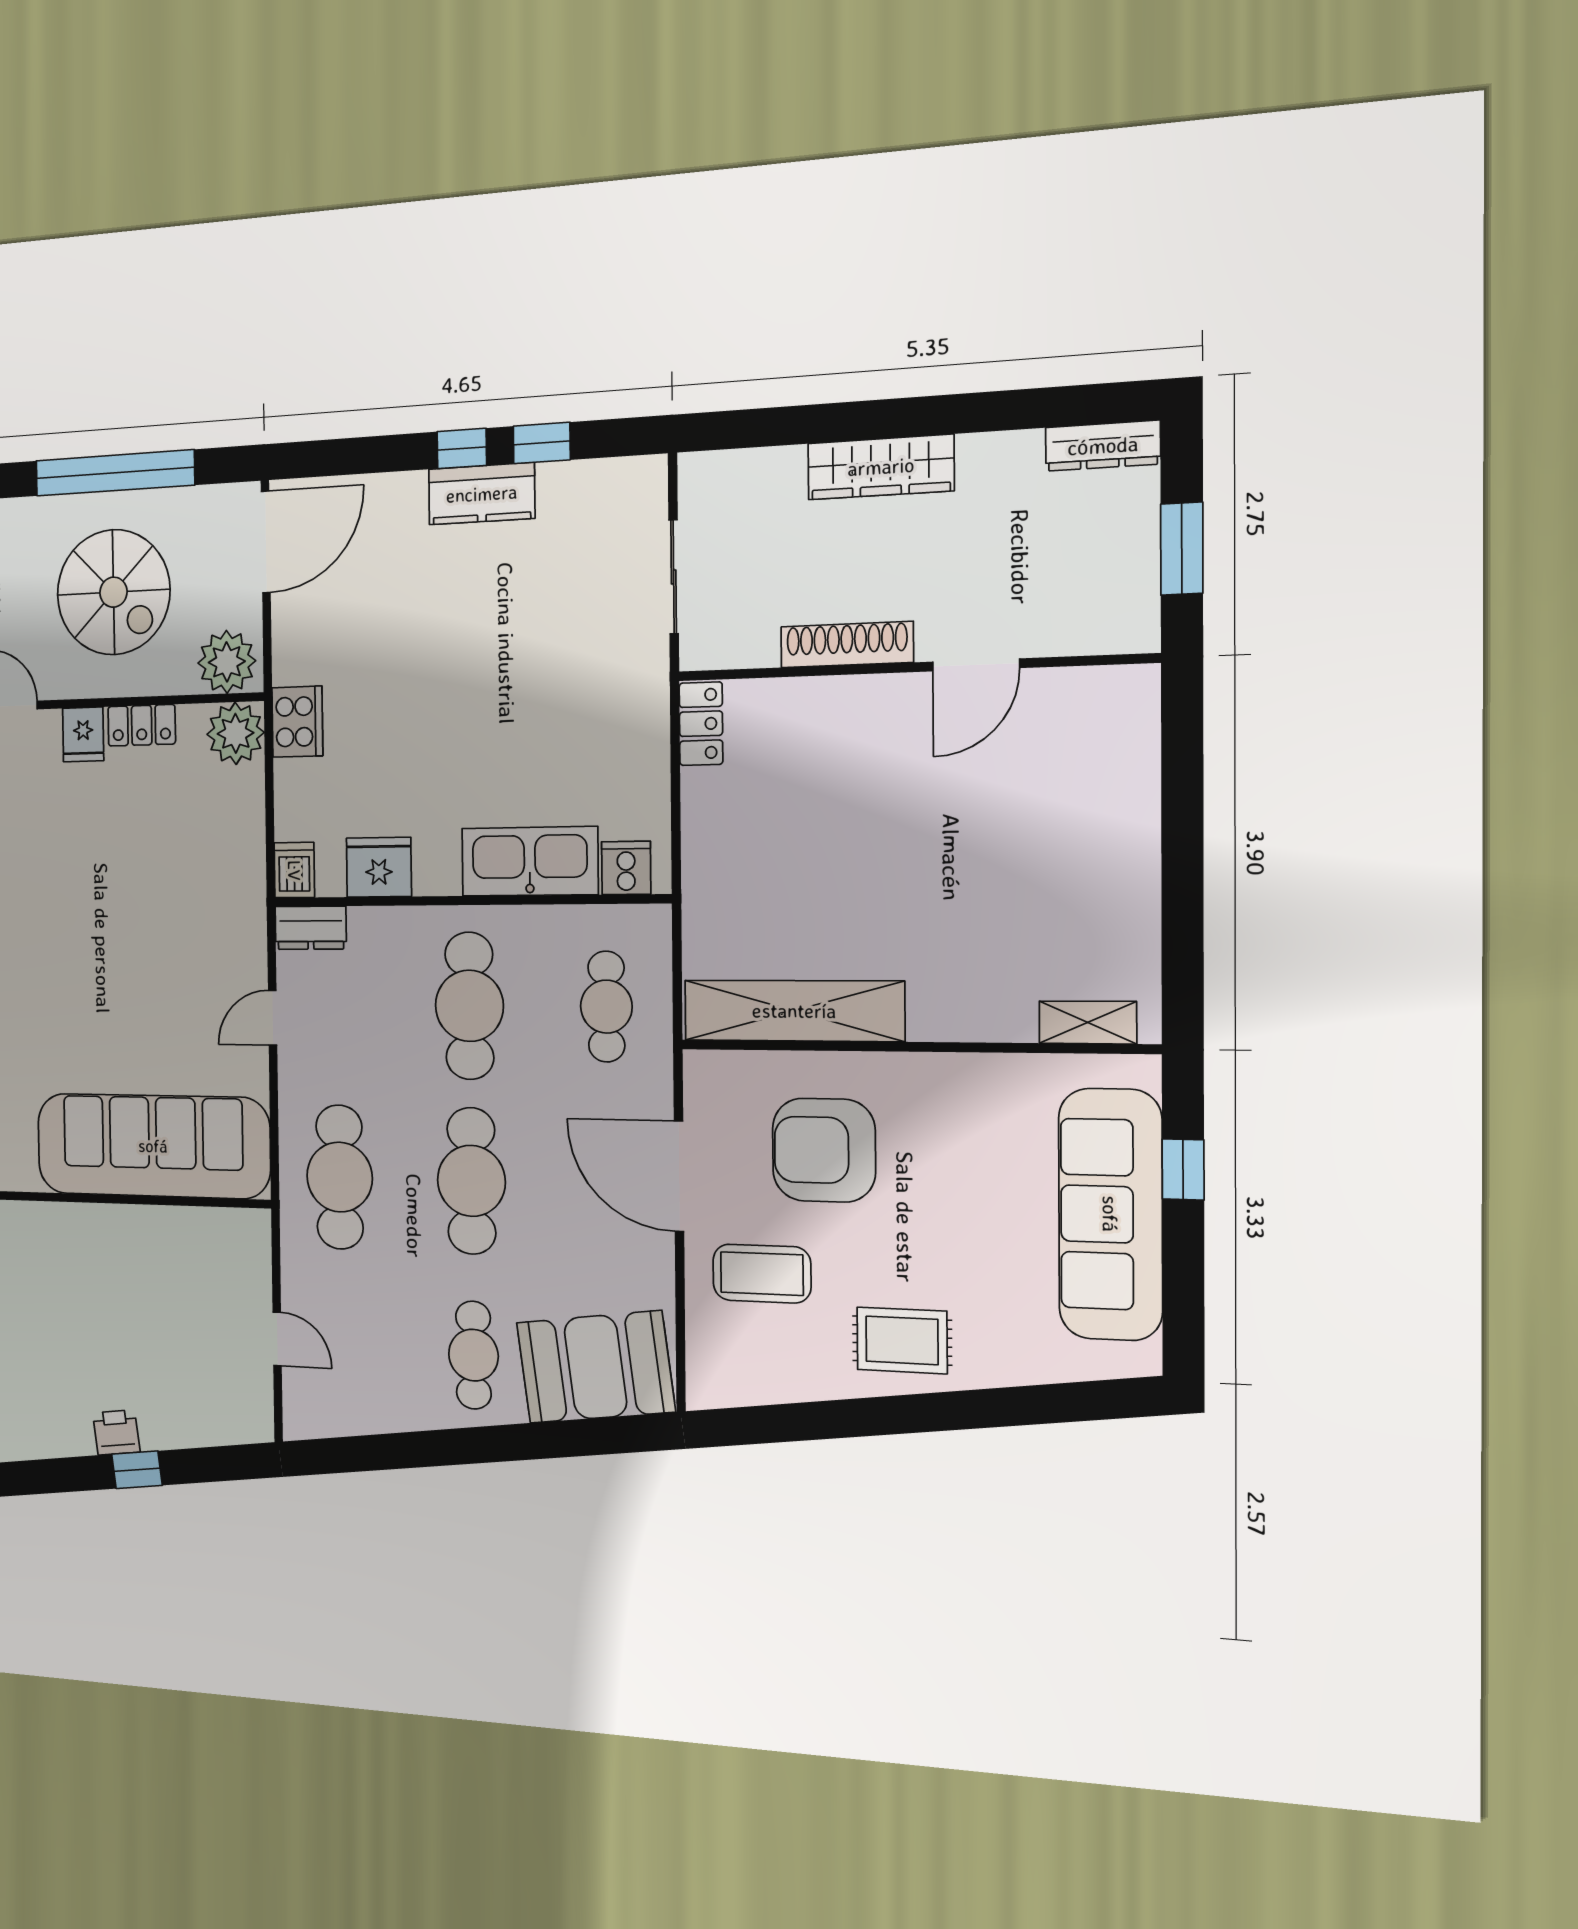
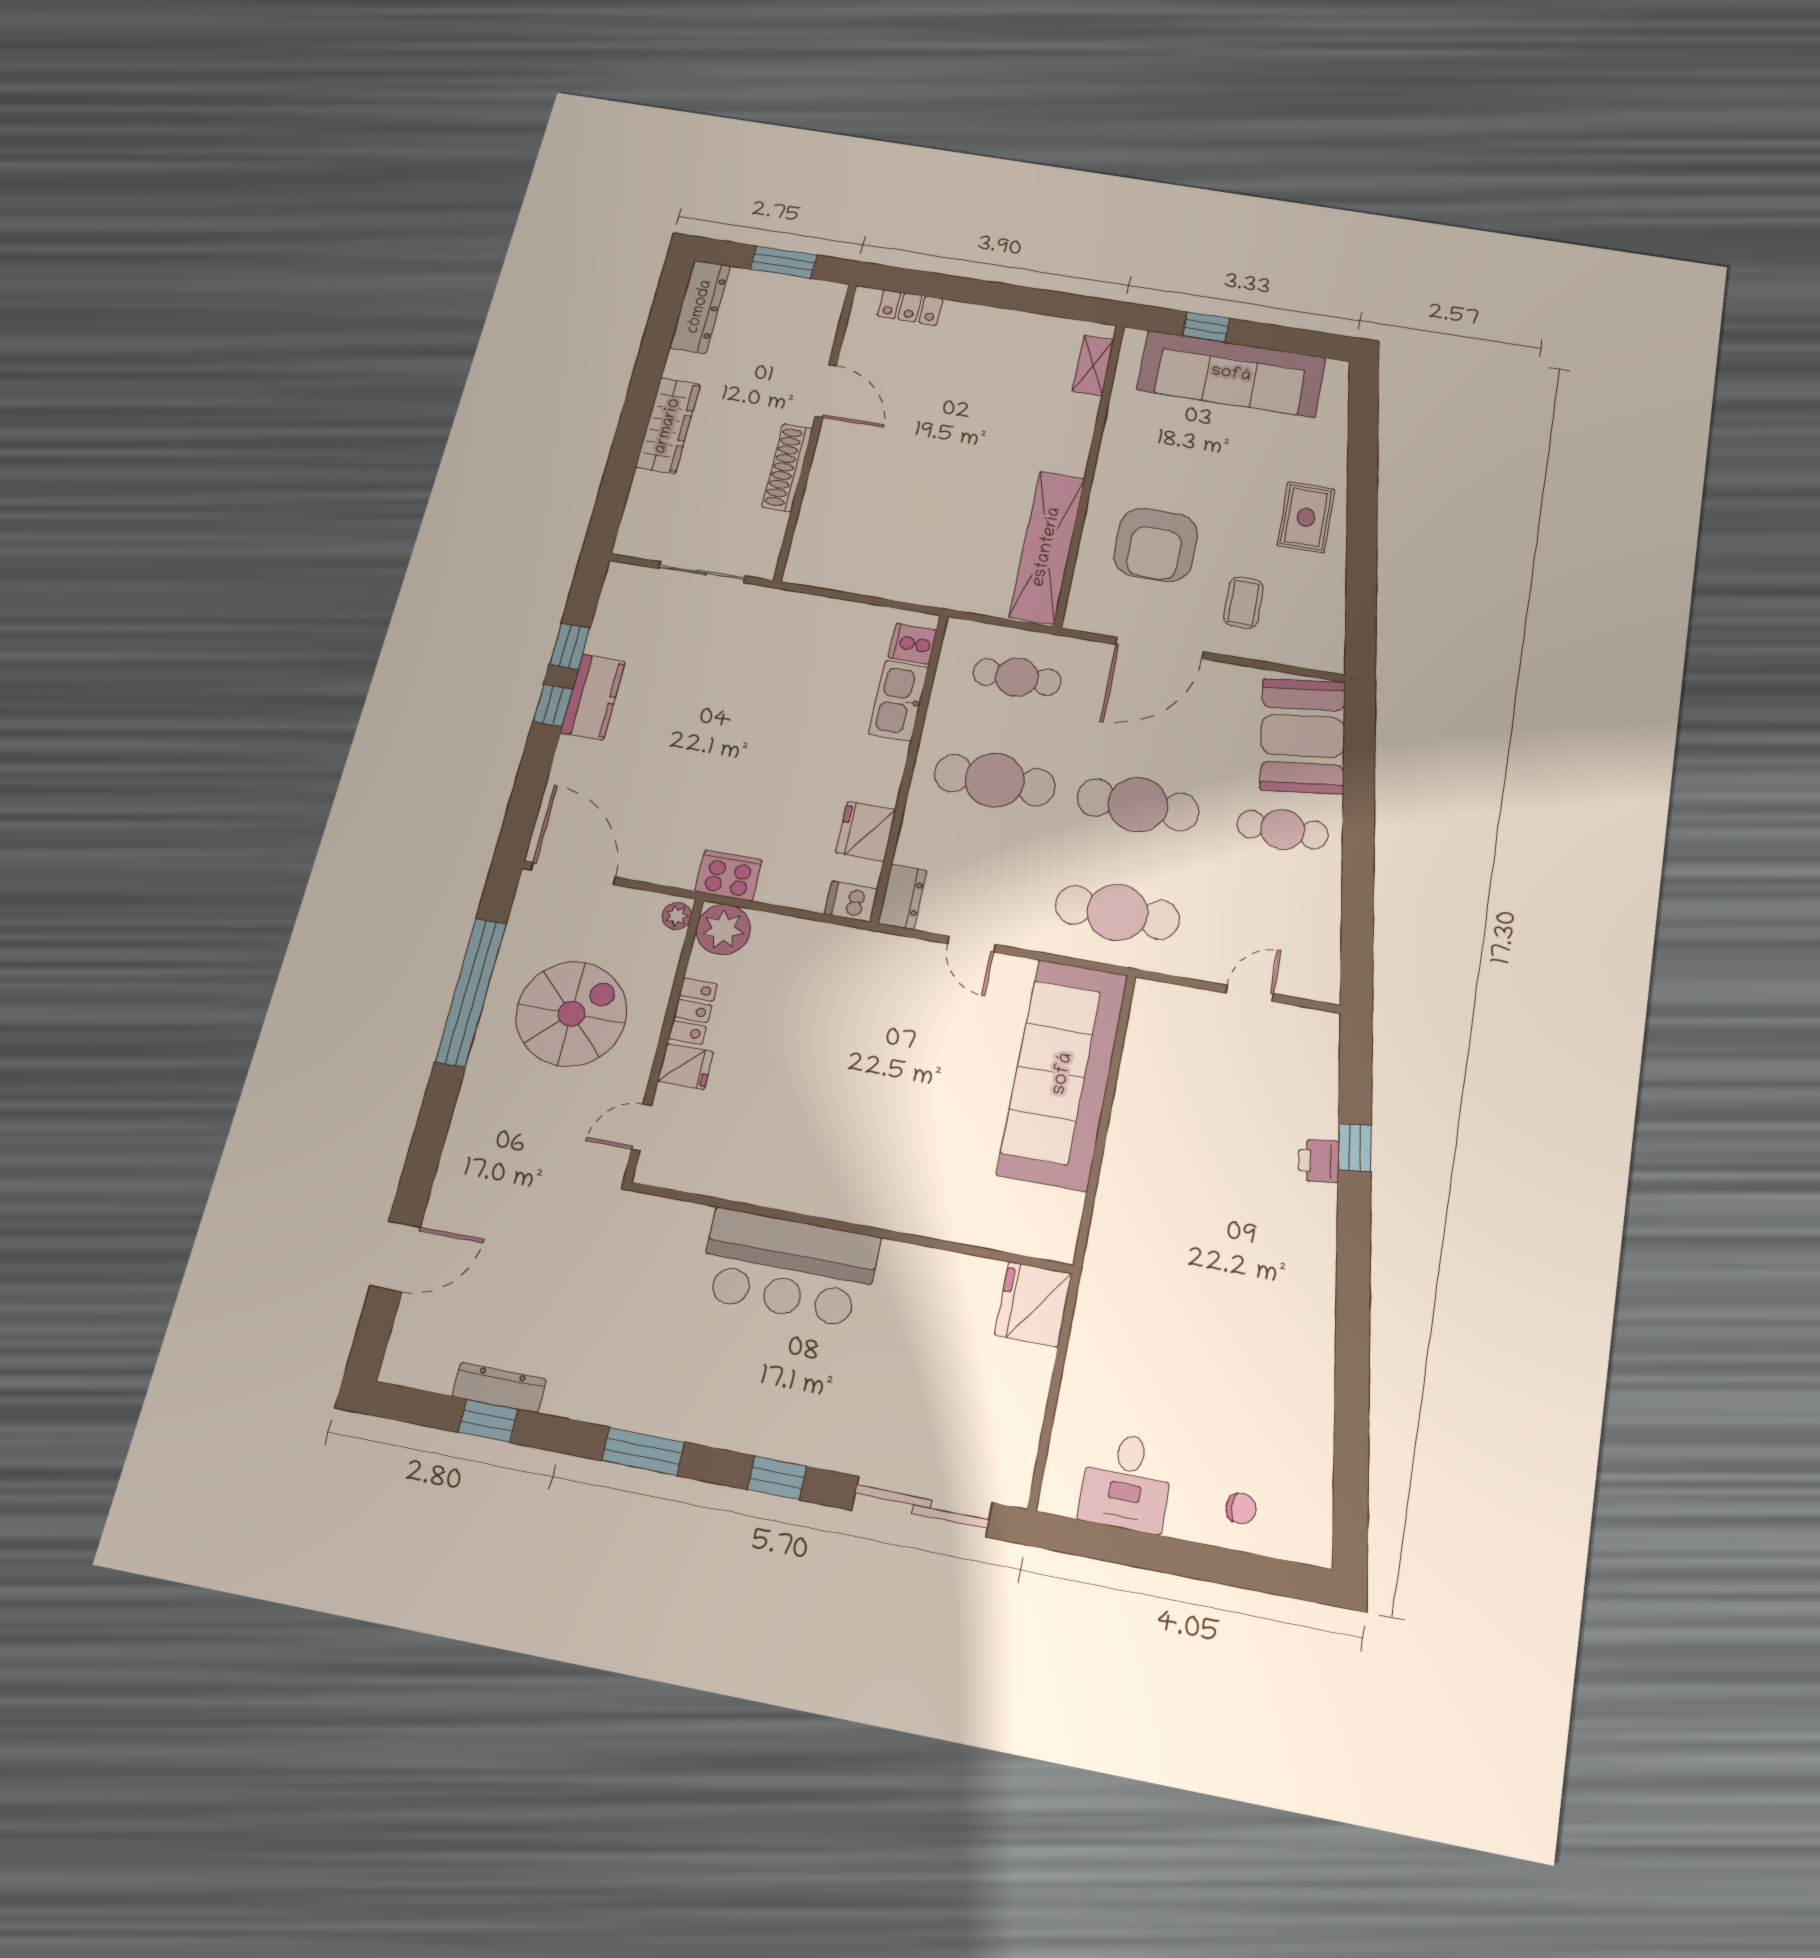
dresser: (1103, 446) -> (700, 307), width x1.37, depth x1.24
plant: (227, 662) -> (677, 916), width x0.53, depth x0.53
locker: (701, 724) -> (910, 307), moved, turned 180
kitchen sink: (530, 861) -> (898, 701), width x0.73, depth x0.81
coffee table: (762, 1274) -> (1243, 603), width x0.73, depth x0.77

